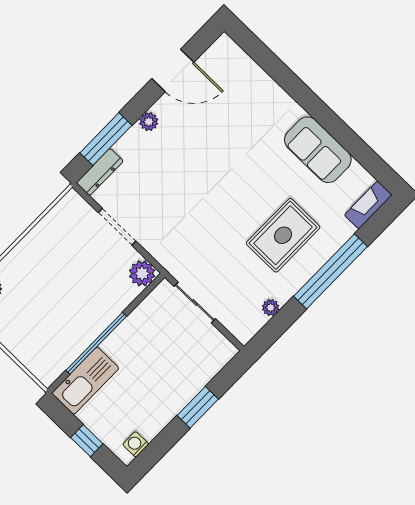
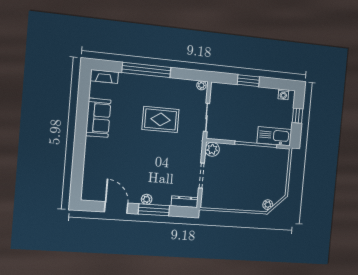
window: (106, 139) -> (154, 210), moved
rug: (283, 235) -> (161, 119), moved
plant: (271, 308) -> (201, 85), moved

